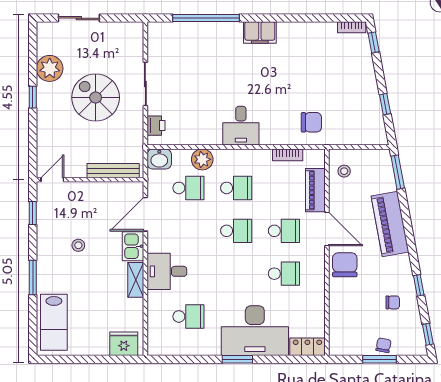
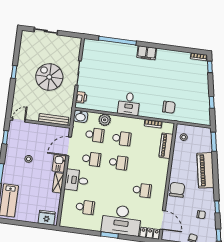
plant: (50, 68) -> (26, 57), removed
door: (327, 229) -> (163, 220), moved
school desk: (284, 231) -> (92, 159), moved

